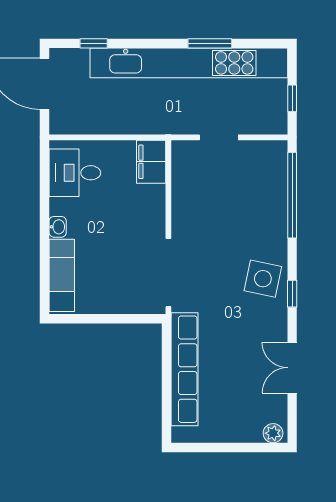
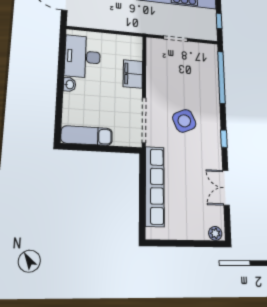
filing cabinet: (151, 162) -> (133, 74), moved
desk: (75, 173) -> (83, 57), width x1.37
exam couch: (62, 275) -> (87, 136), moved, turned -90
side table: (263, 279) -> (184, 121), moved, turned -36

